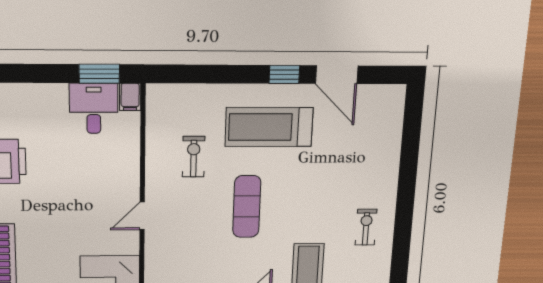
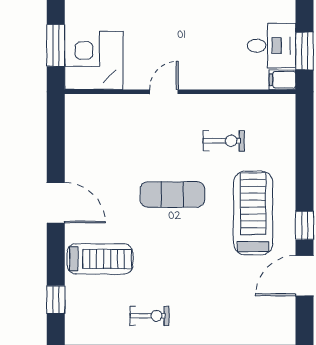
door: (142, 216) -> (164, 92), hinge flipped

